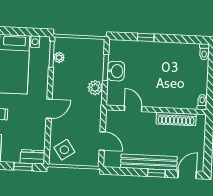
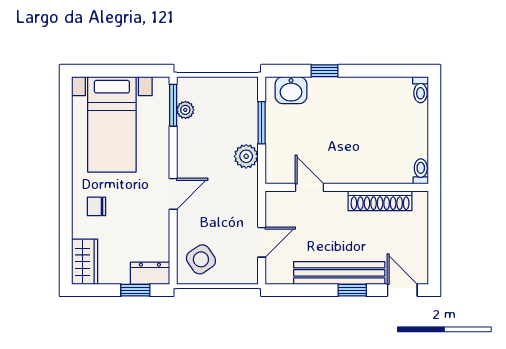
washbasin: (116, 71) -> (291, 90), moved, turned 90
door: (102, 141) -> (262, 242), hinge flipped
door: (187, 174) -> (402, 290), hinge flipped

